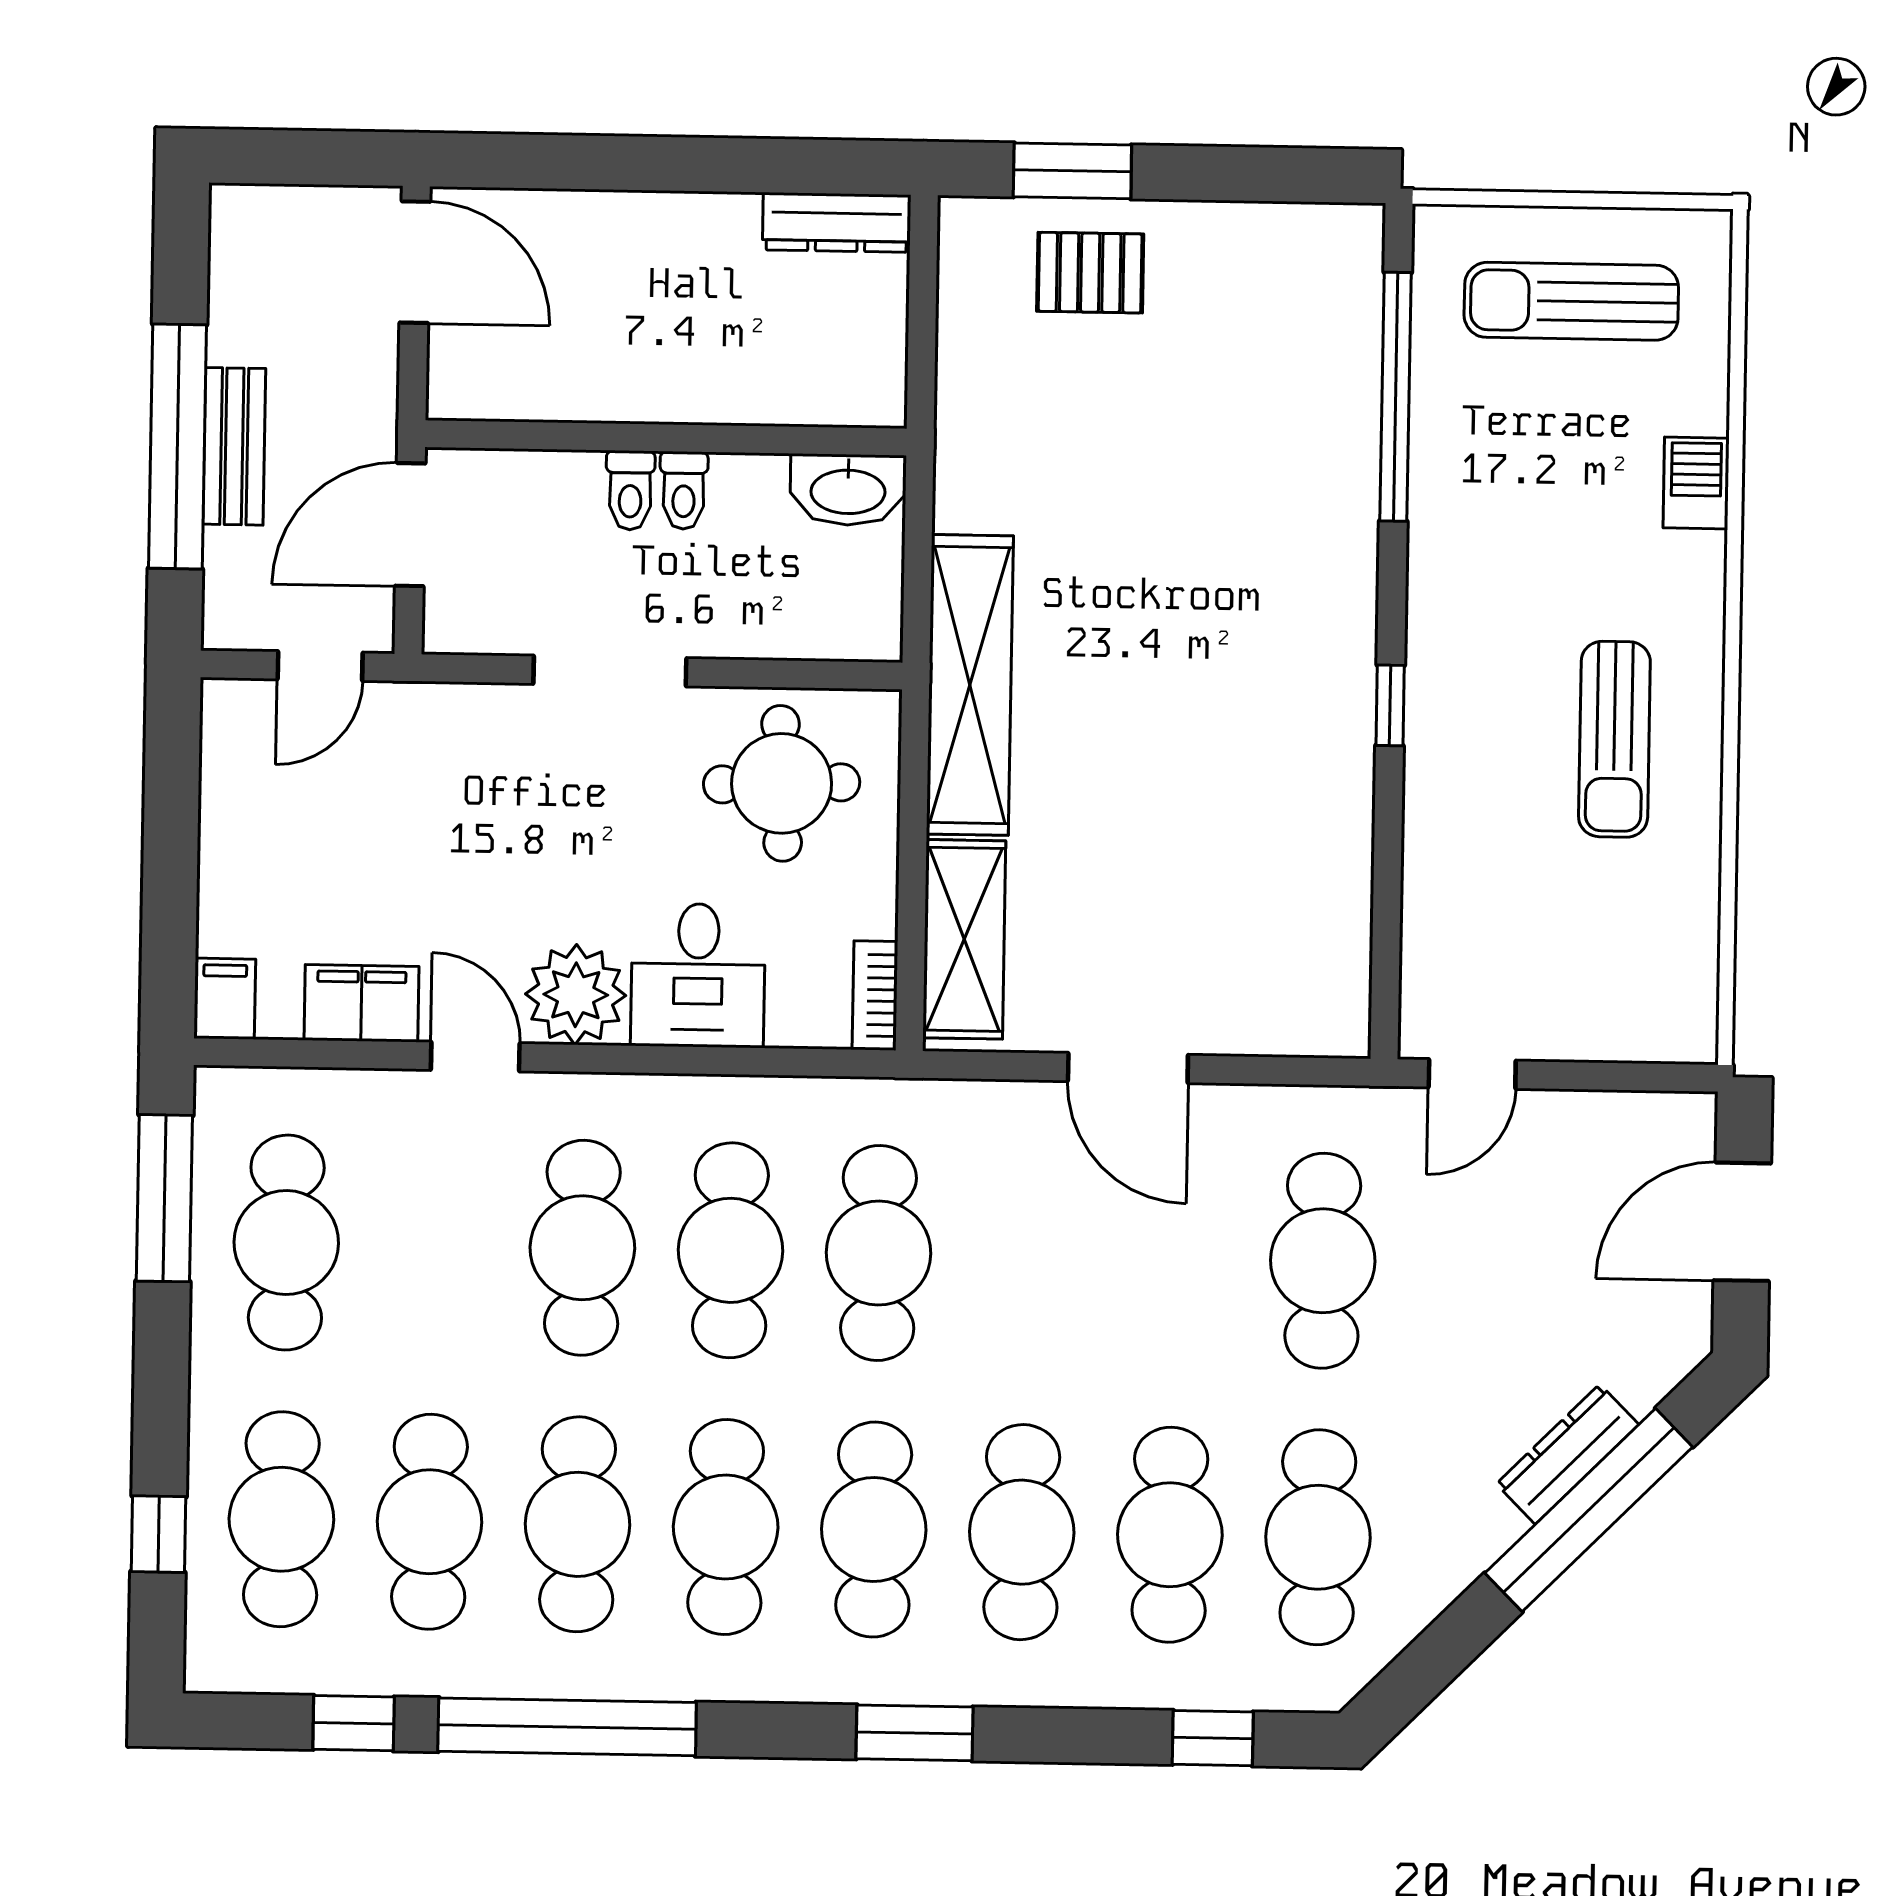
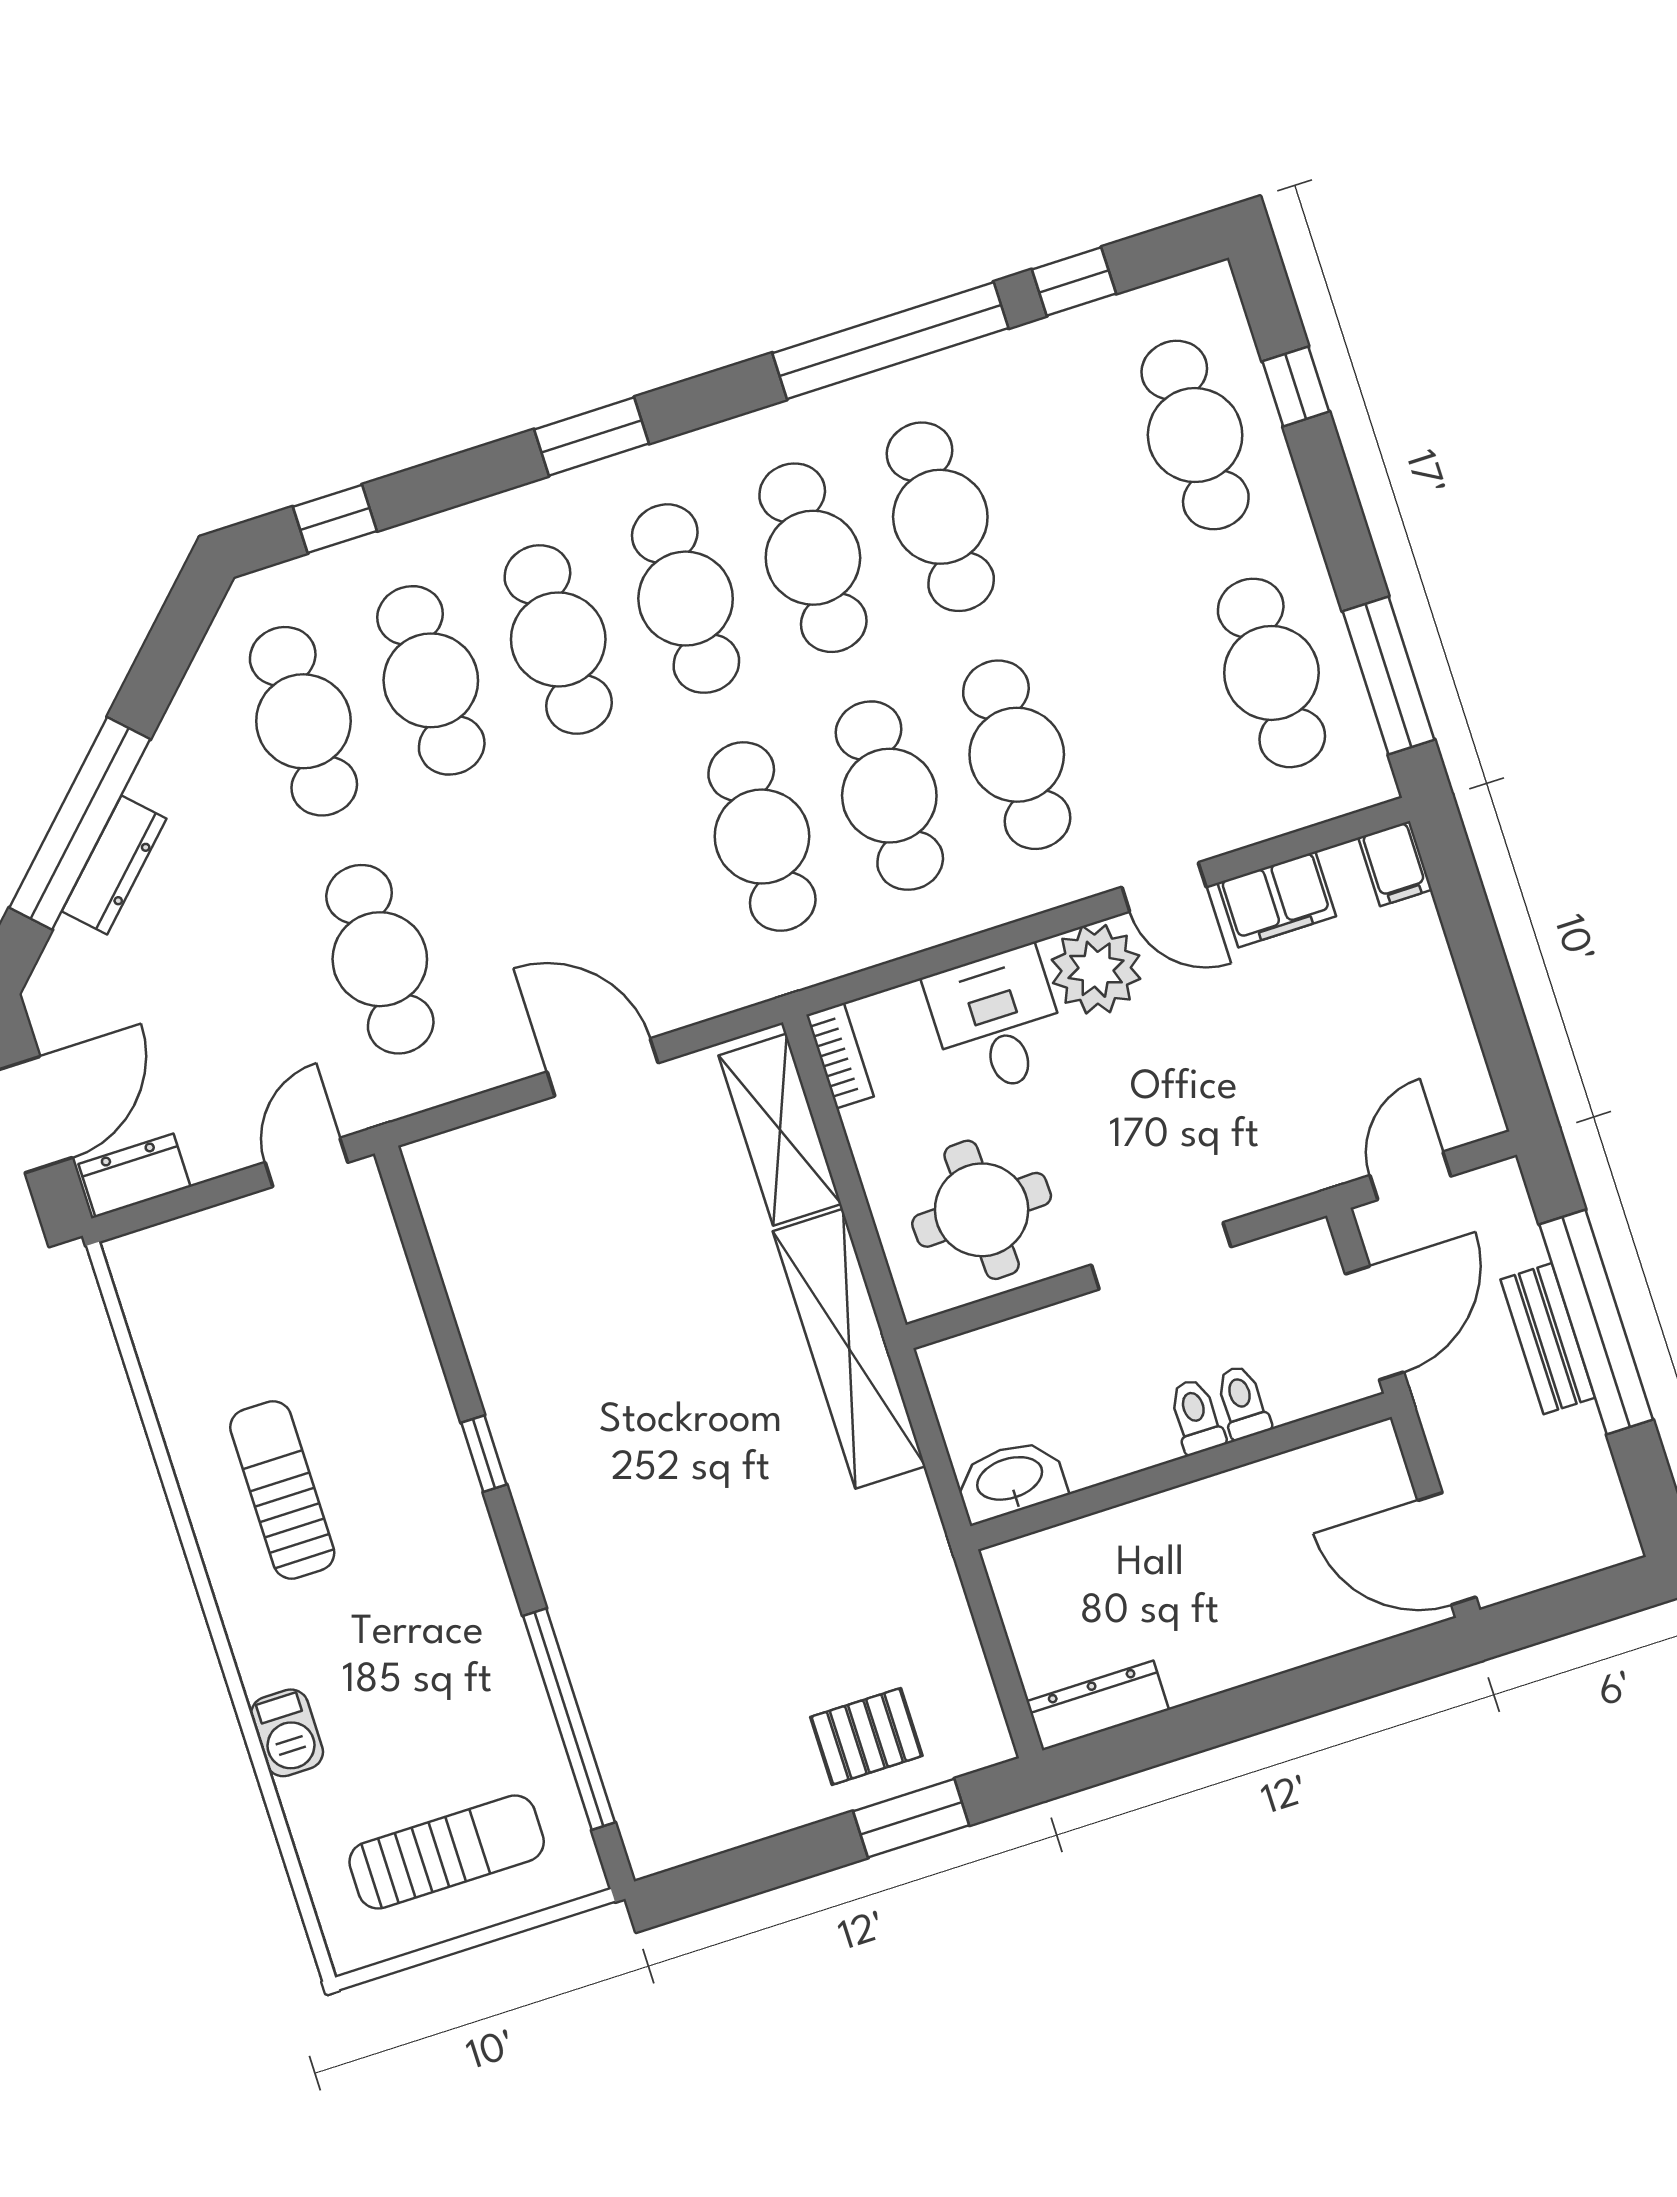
toilet: (684, 490) -> (1242, 1402), moved
dresser: (1657, 1122) -> (135, 1175), added
cafe table: (429, 1522) -> (1068, 476), removed

